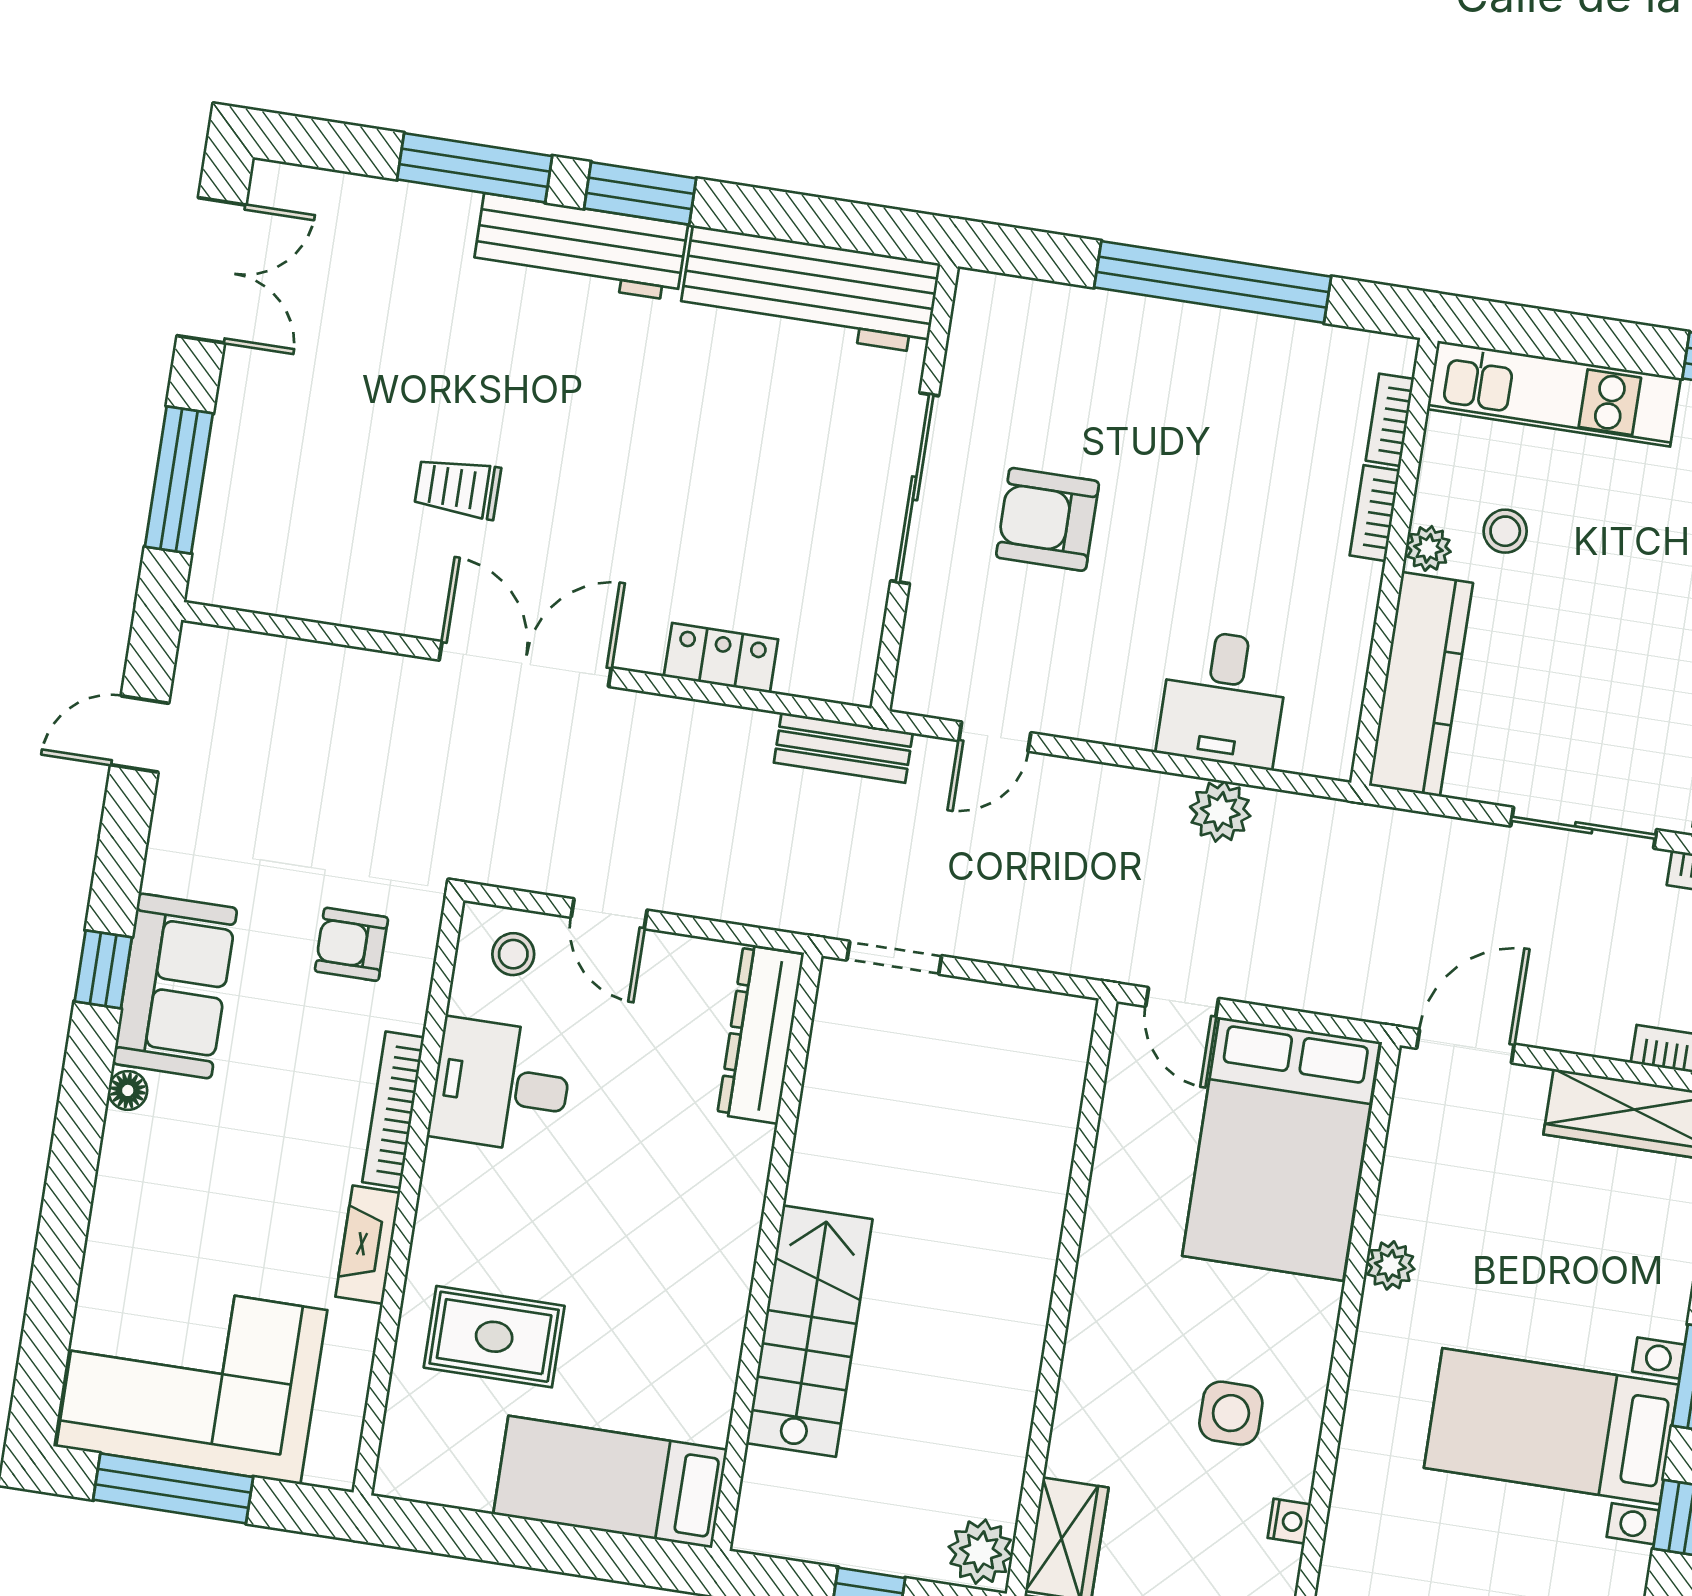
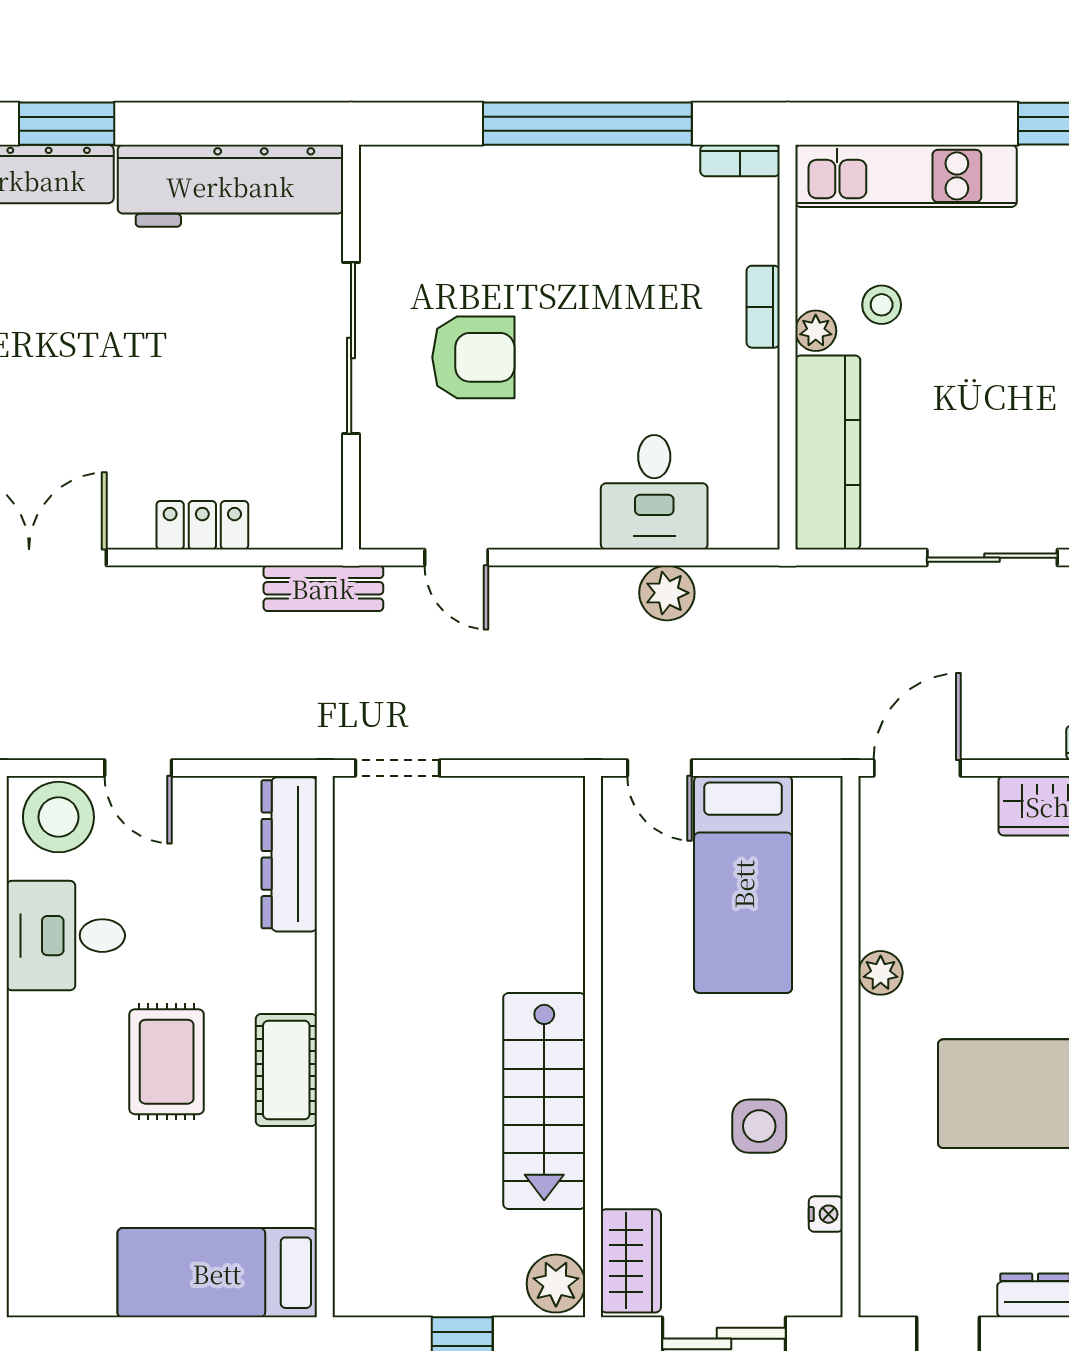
bookcase: (1390, 420) -> (740, 161), moved, turned -90
armchair: (1048, 519) -> (473, 357), turned 180
door: (995, 737) -> (456, 558), hinge flipped
stool: (513, 954) -> (58, 817), width x1.89, depth x1.89
bed: (1281, 1149) -> (743, 884), width x0.67
cot: (721, 1271) -> (286, 1070), added
stairs: (809, 1331) -> (544, 1101), moved, turned 180
rug: (494, 1337) -> (167, 1062), moved, turned 90

